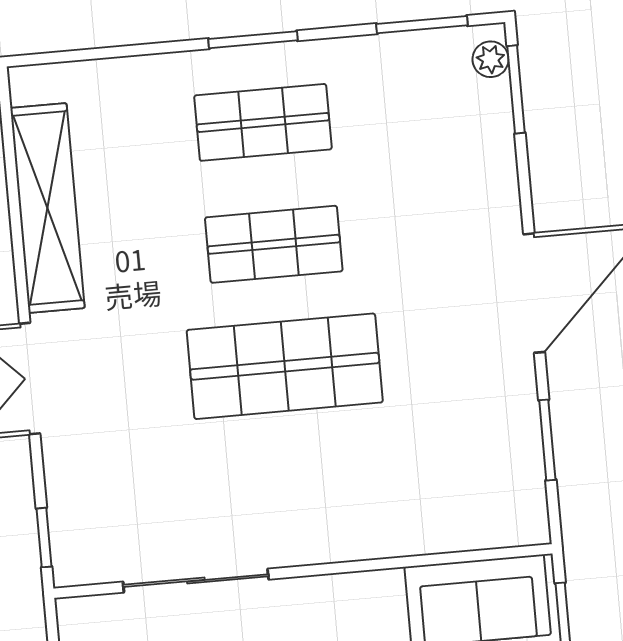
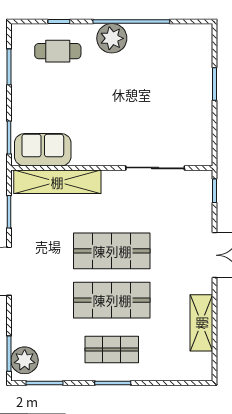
plant: (491, 59) -> (25, 360), width x1.87, depth x1.87
shelving: (47, 208) -> (201, 323), width x0.68
shop shelf: (274, 244) -> (112, 300), width x1.43, depth x1.36
shelving: (434, 525) -> (57, 182), added

